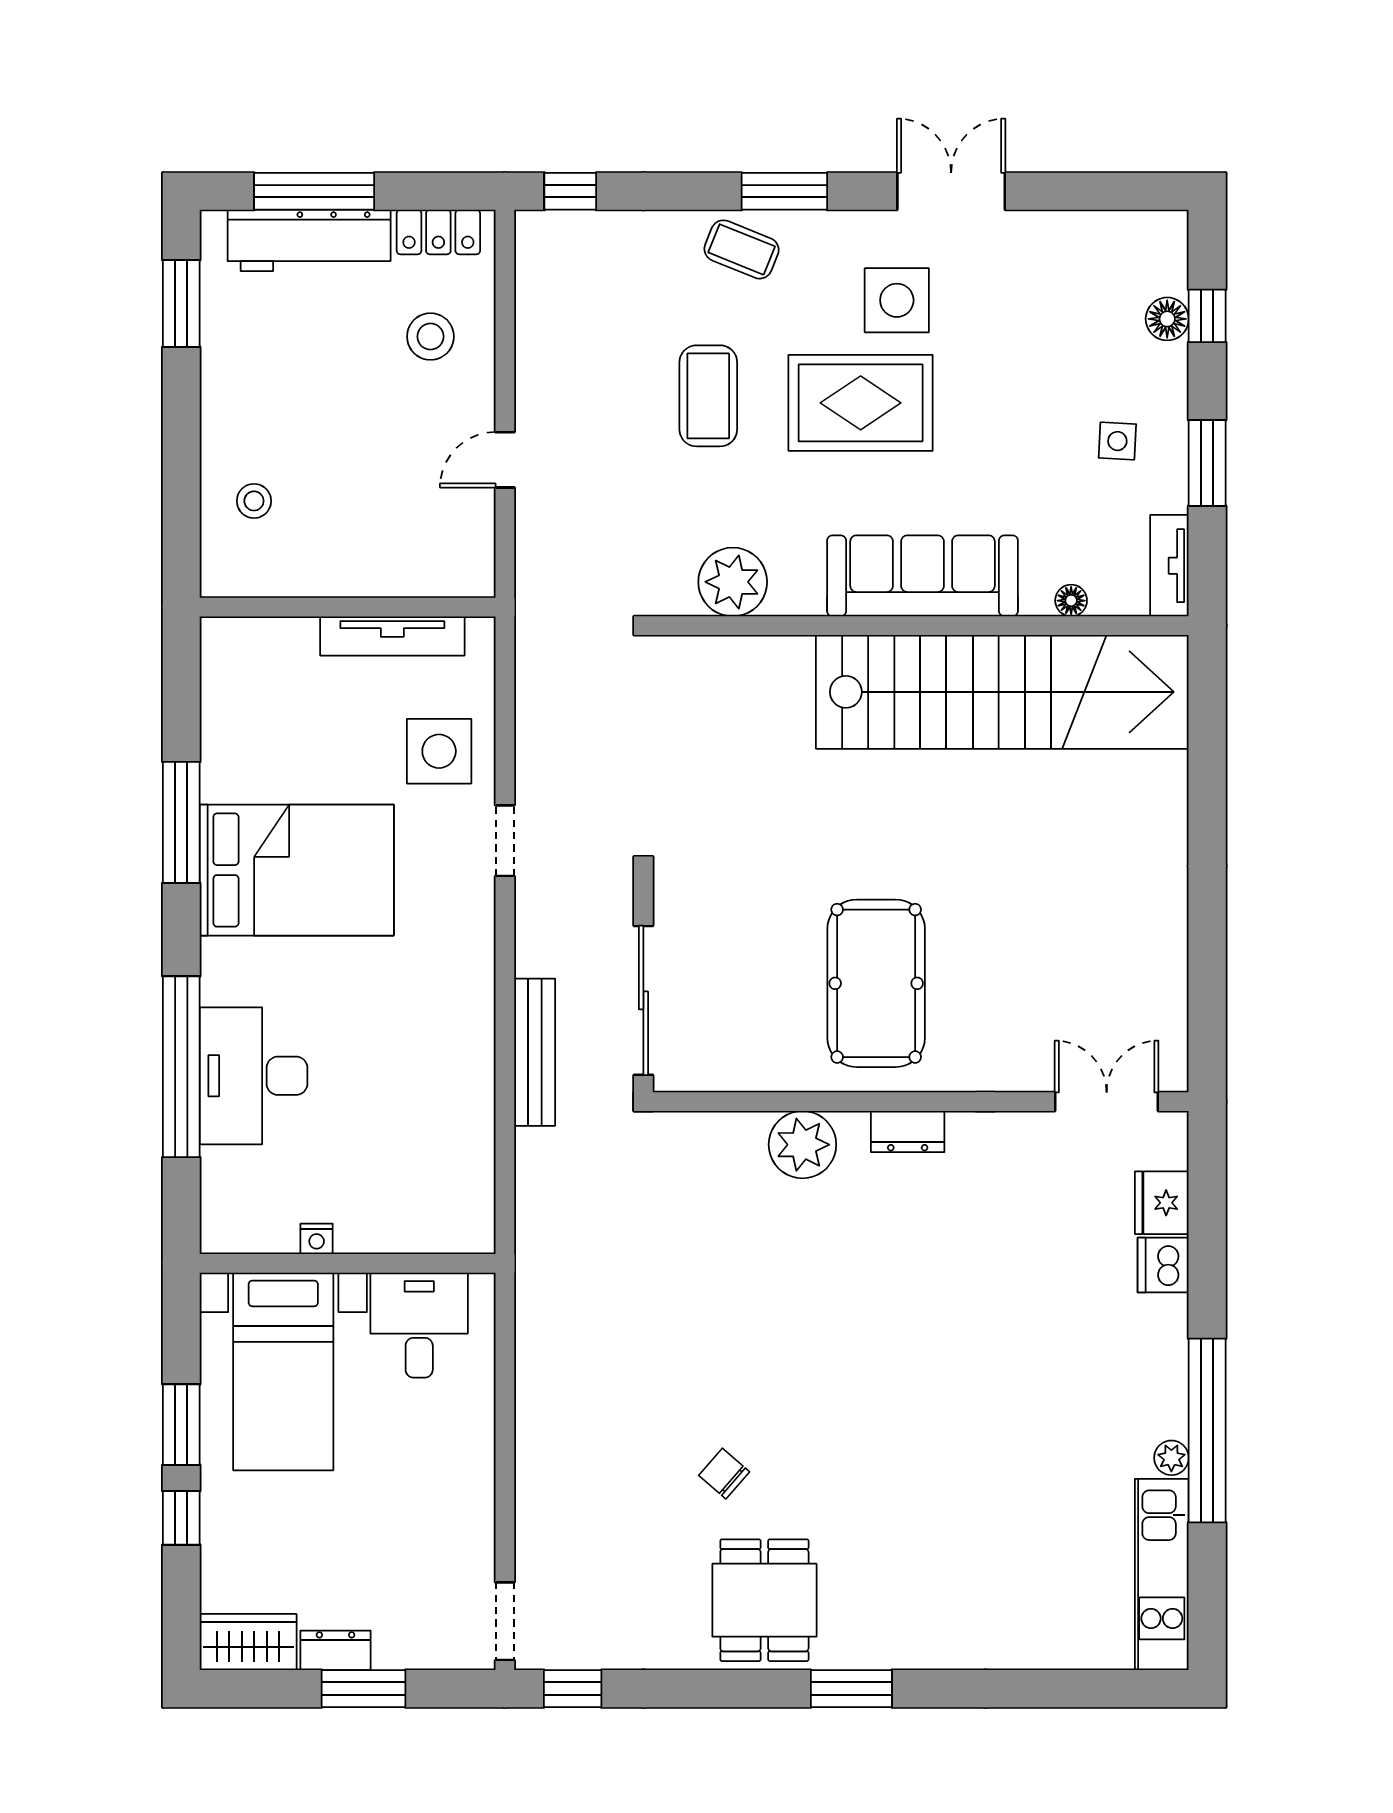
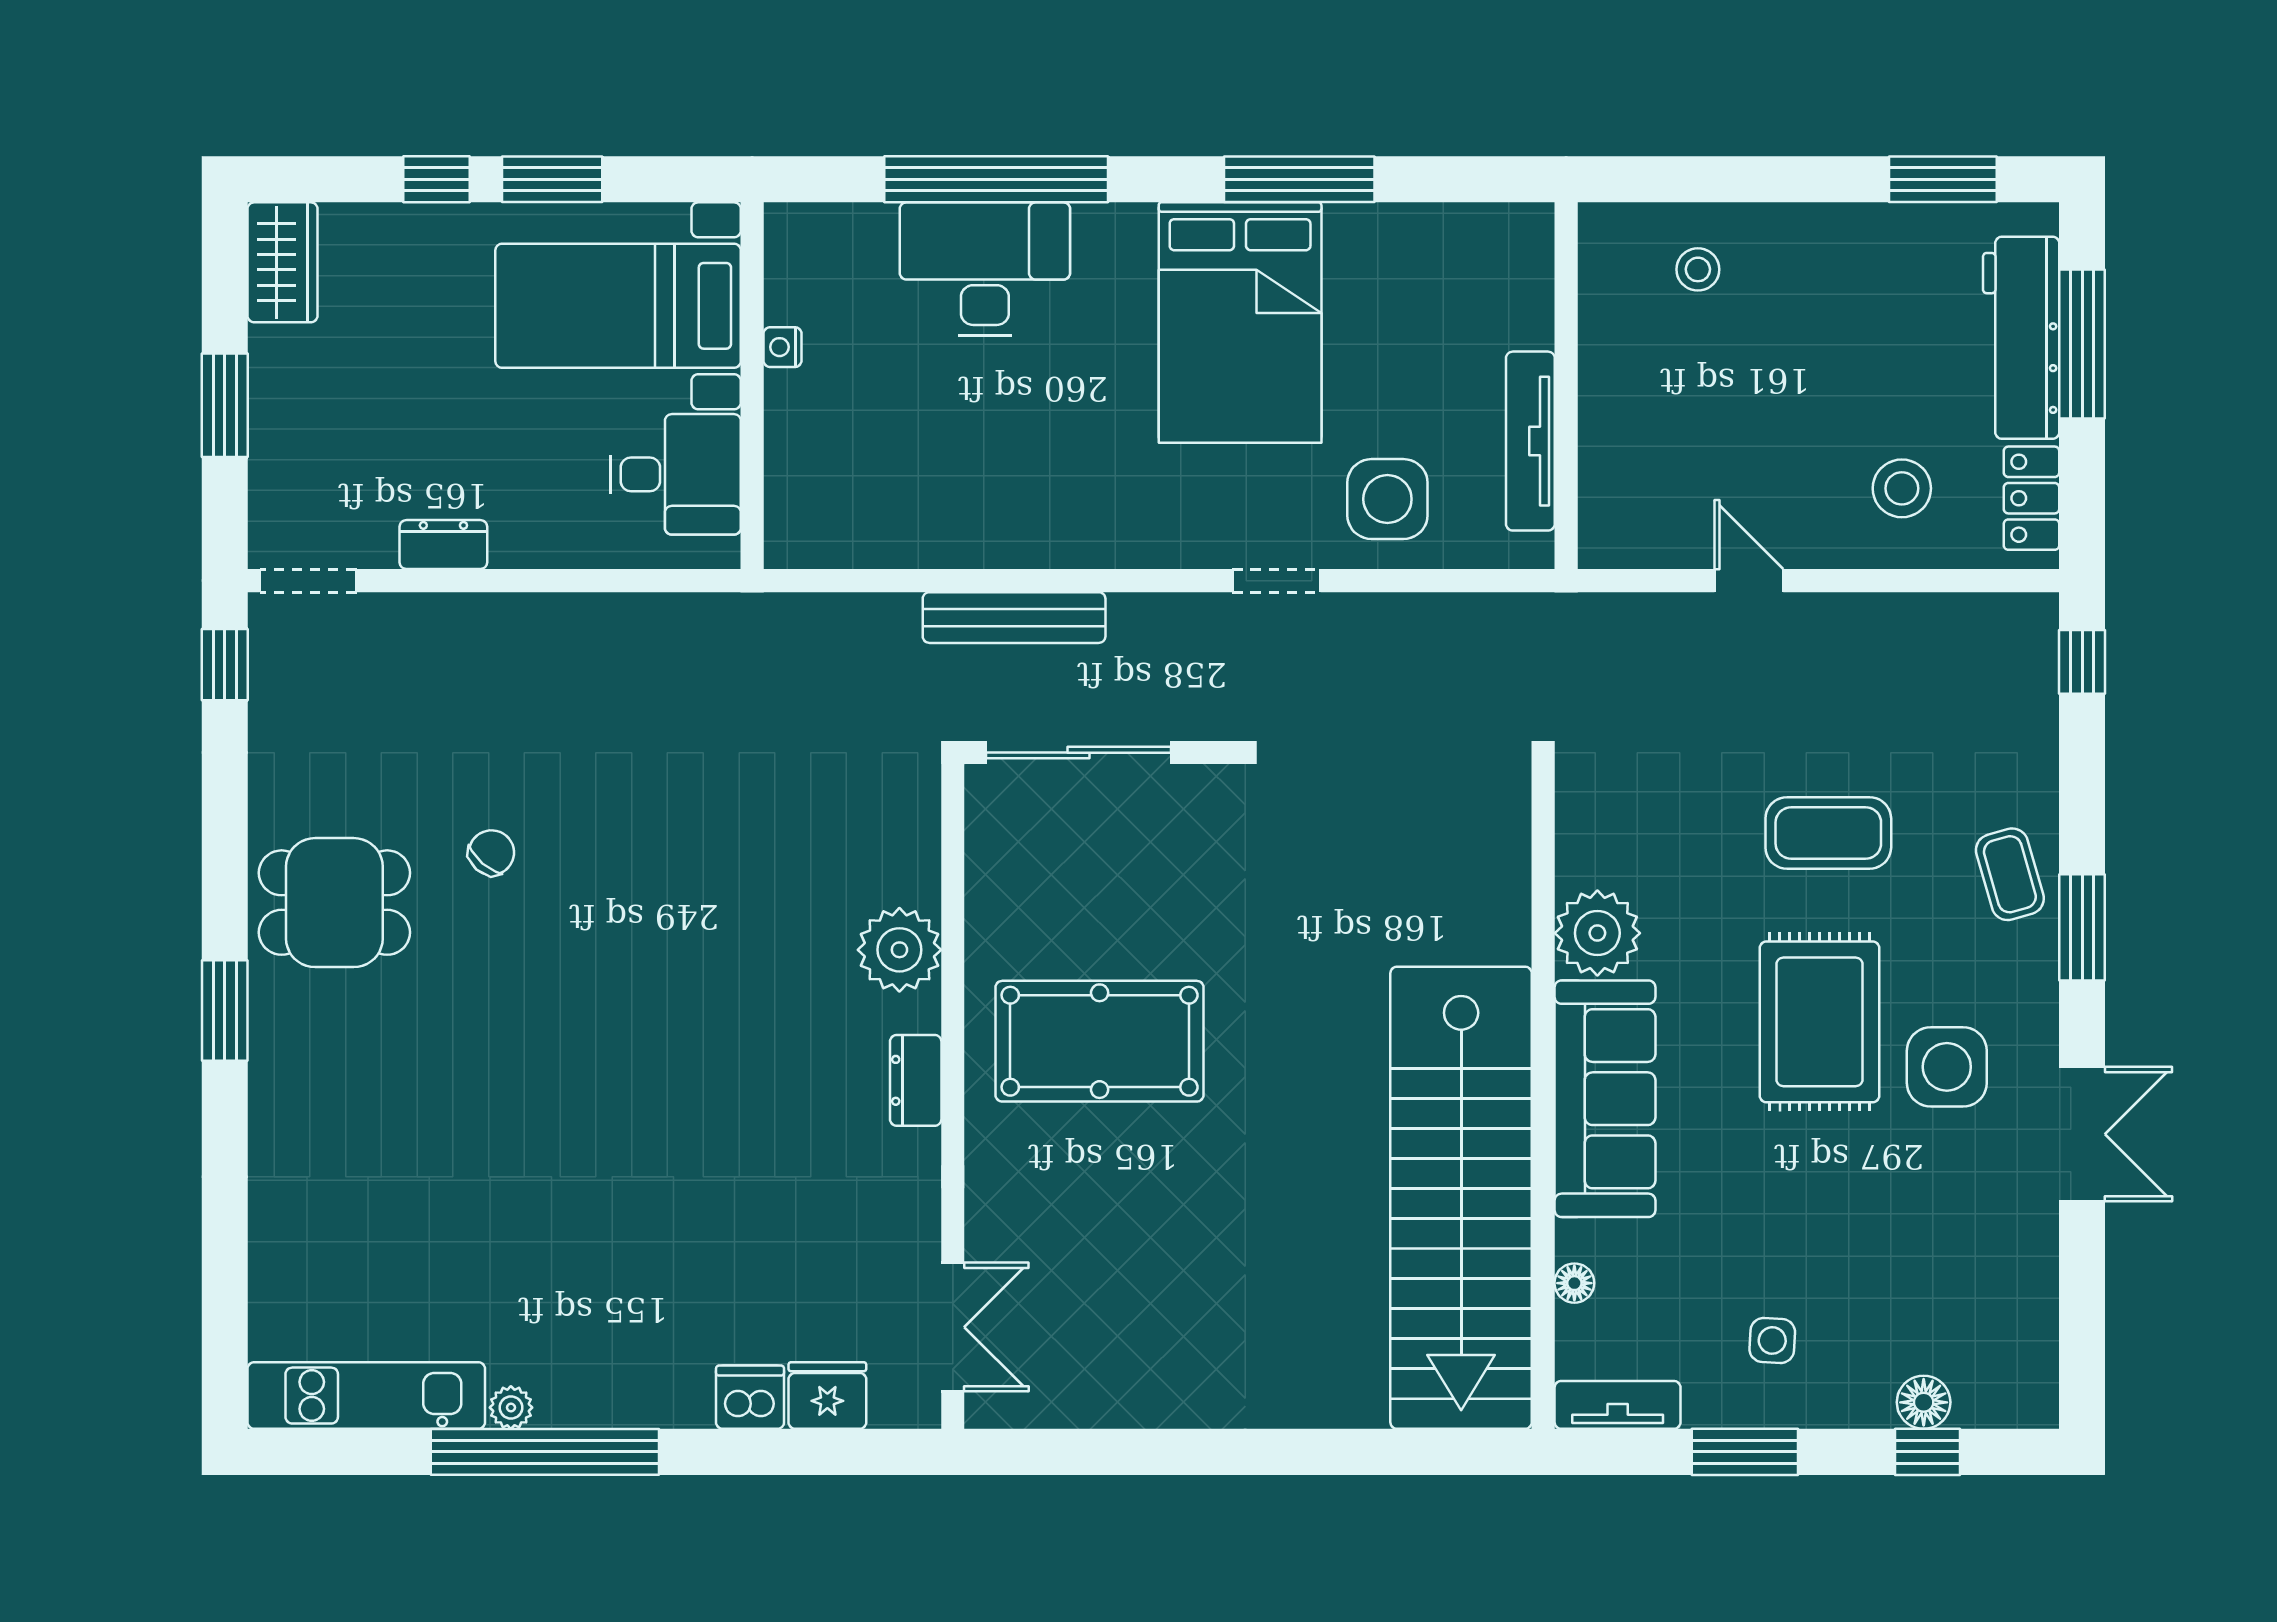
coffee table: (742, 249) -> (2010, 874), turned -38
plant: (733, 582) -> (1597, 933), moved
dresser: (335, 1650) -> (443, 545), moved, turned -90

